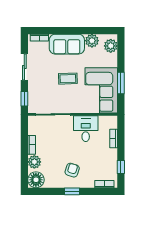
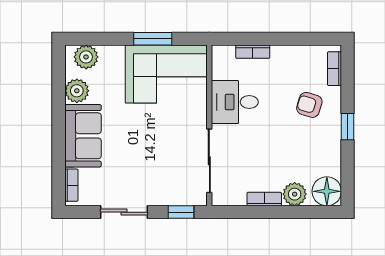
coffee table: (68, 79) -> (145, 134), removed
window: (121, 167) -> (304, 39), removed
armchair: (72, 170) -> (309, 105), moved

